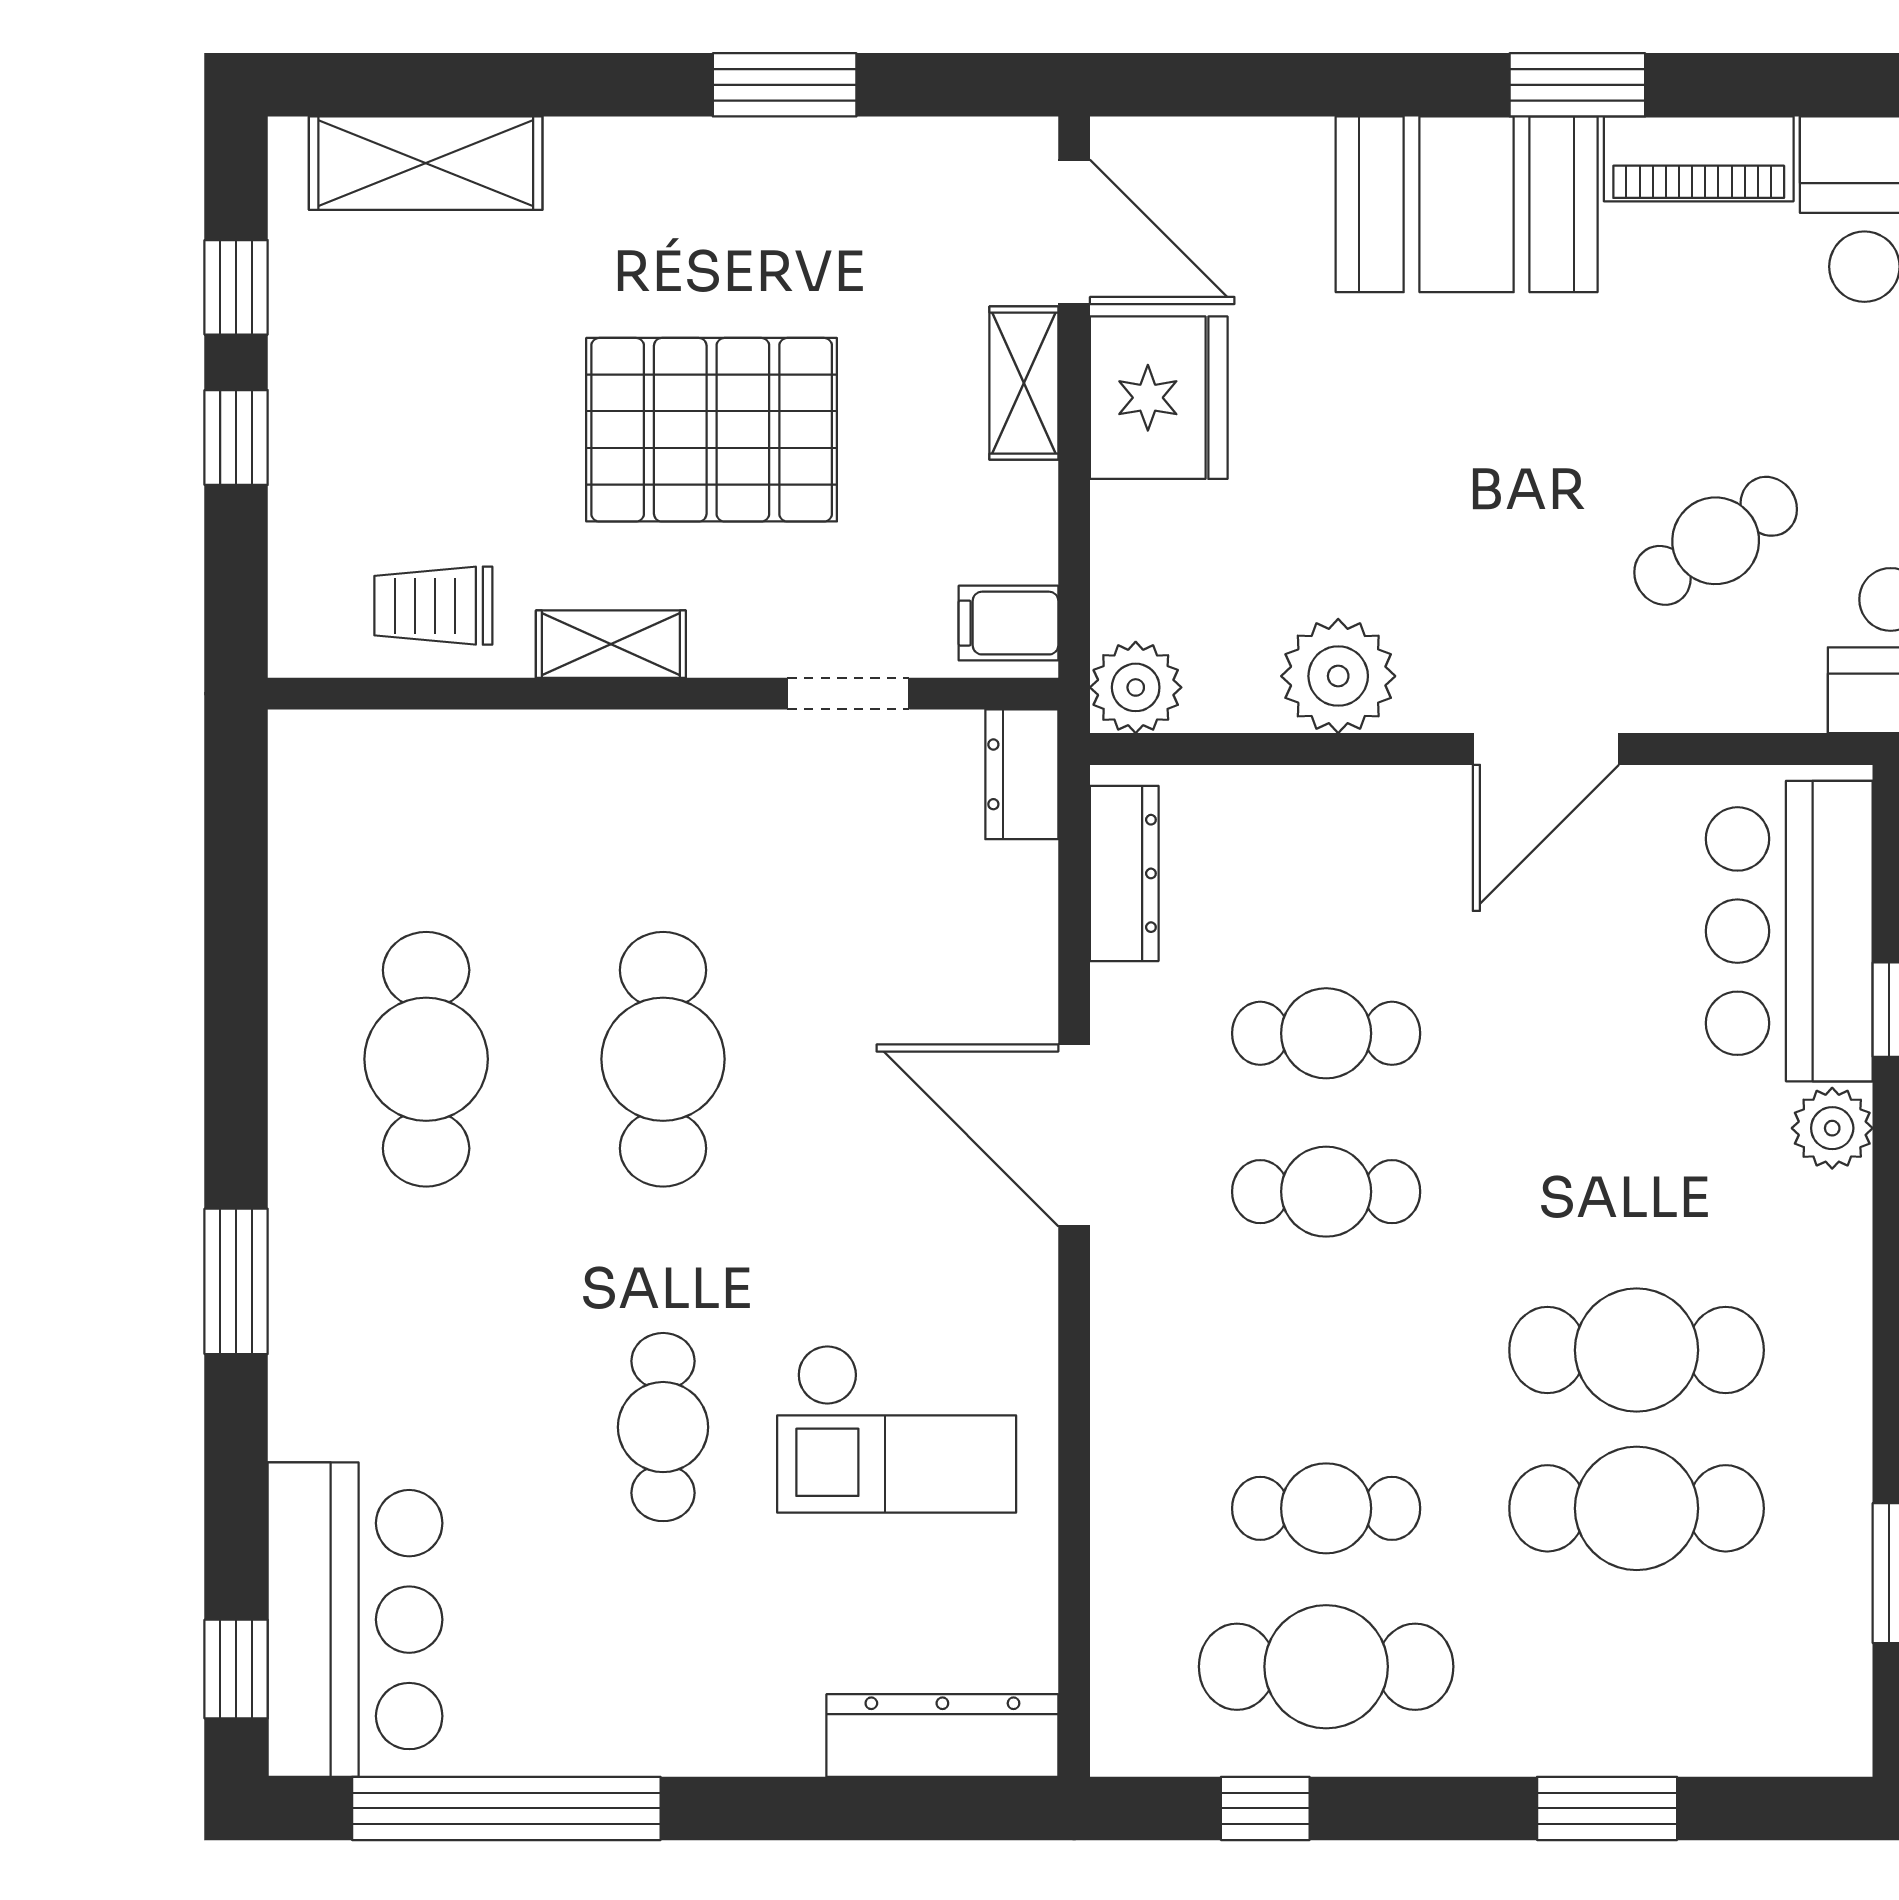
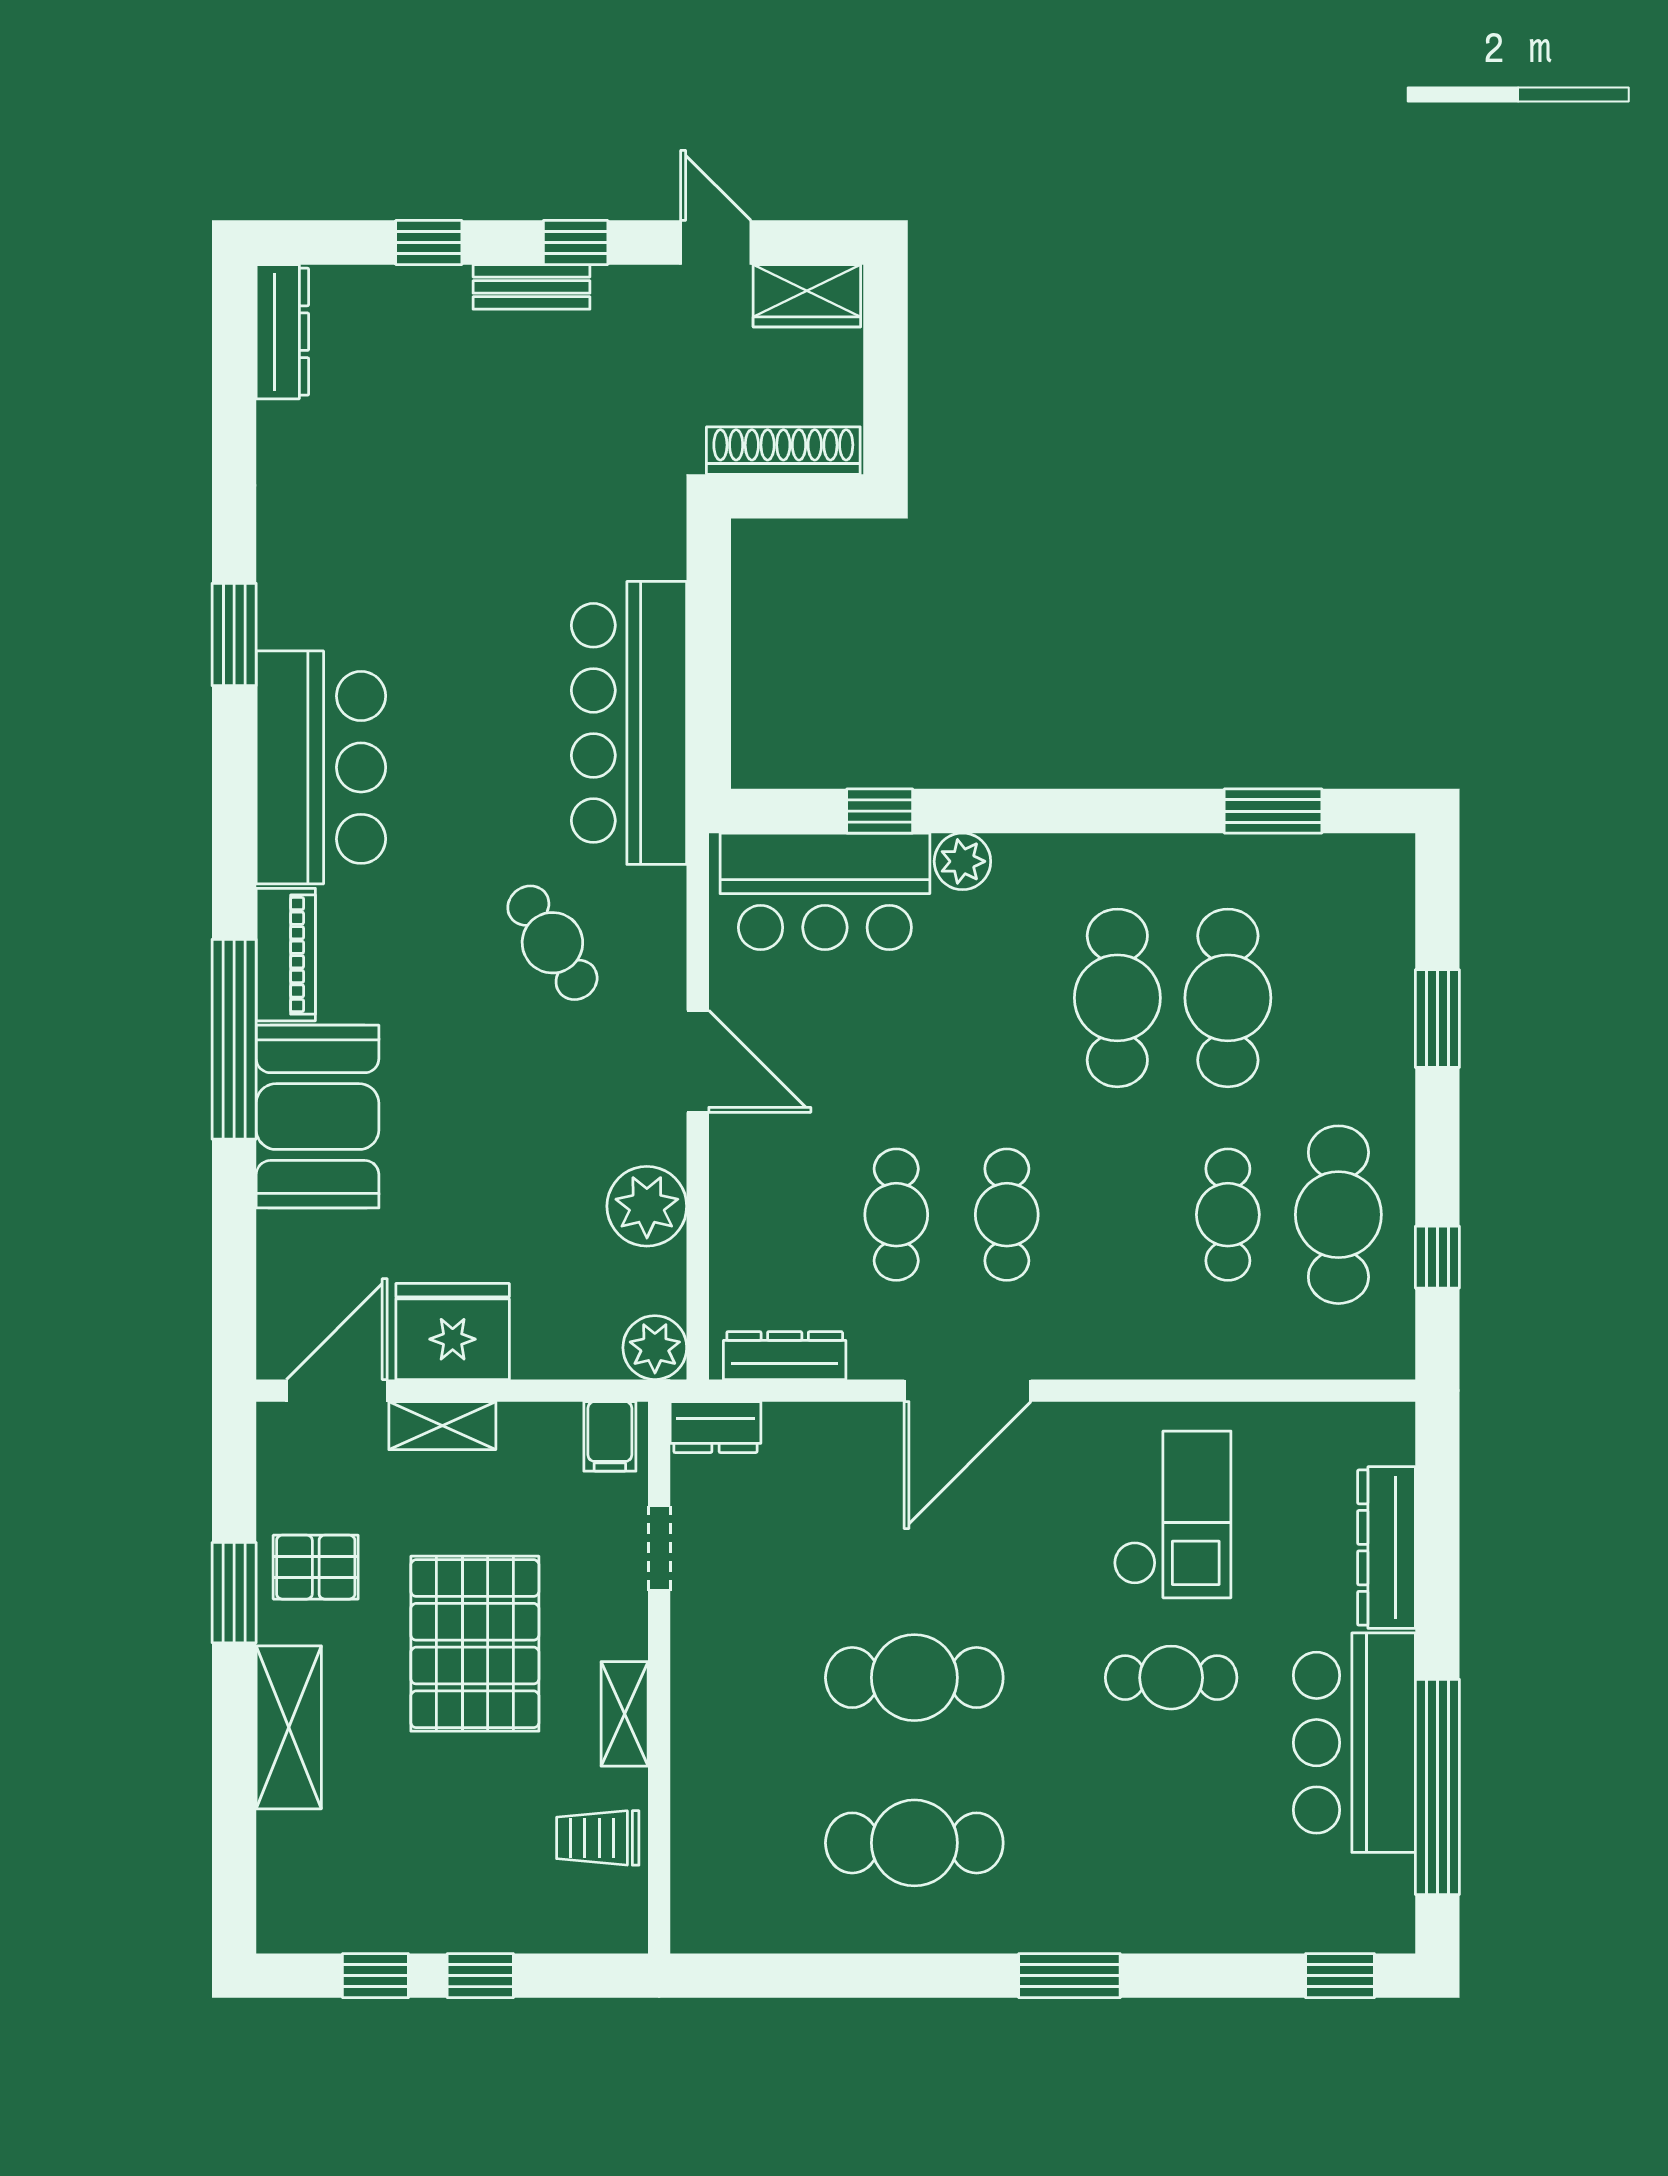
window: (1577, 85) -> (234, 1039), width x2.11
shelving: (426, 163) -> (289, 1727), moved
pallet: (821, 202) -> (316, 1567), added
trolley: (433, 606) -> (598, 1838), turned 90
bar counter: (355, 1620) -> (1354, 1743), moved, turned -90
dresser: (942, 1736) -> (1386, 1548), moved

